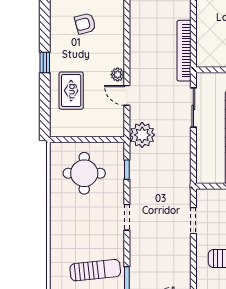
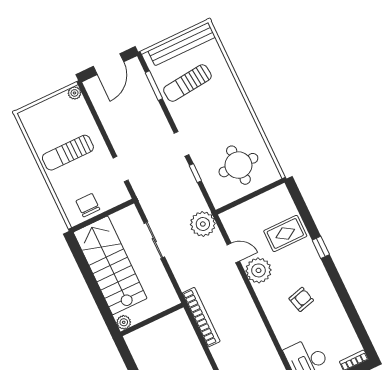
plant: (118, 75) -> (258, 270), width x1.87, depth x1.87
rug: (71, 91) -> (285, 233), turned 90
sliding door: (193, 108) -> (154, 240), moved
window: (127, 170) -> (195, 173), moved

